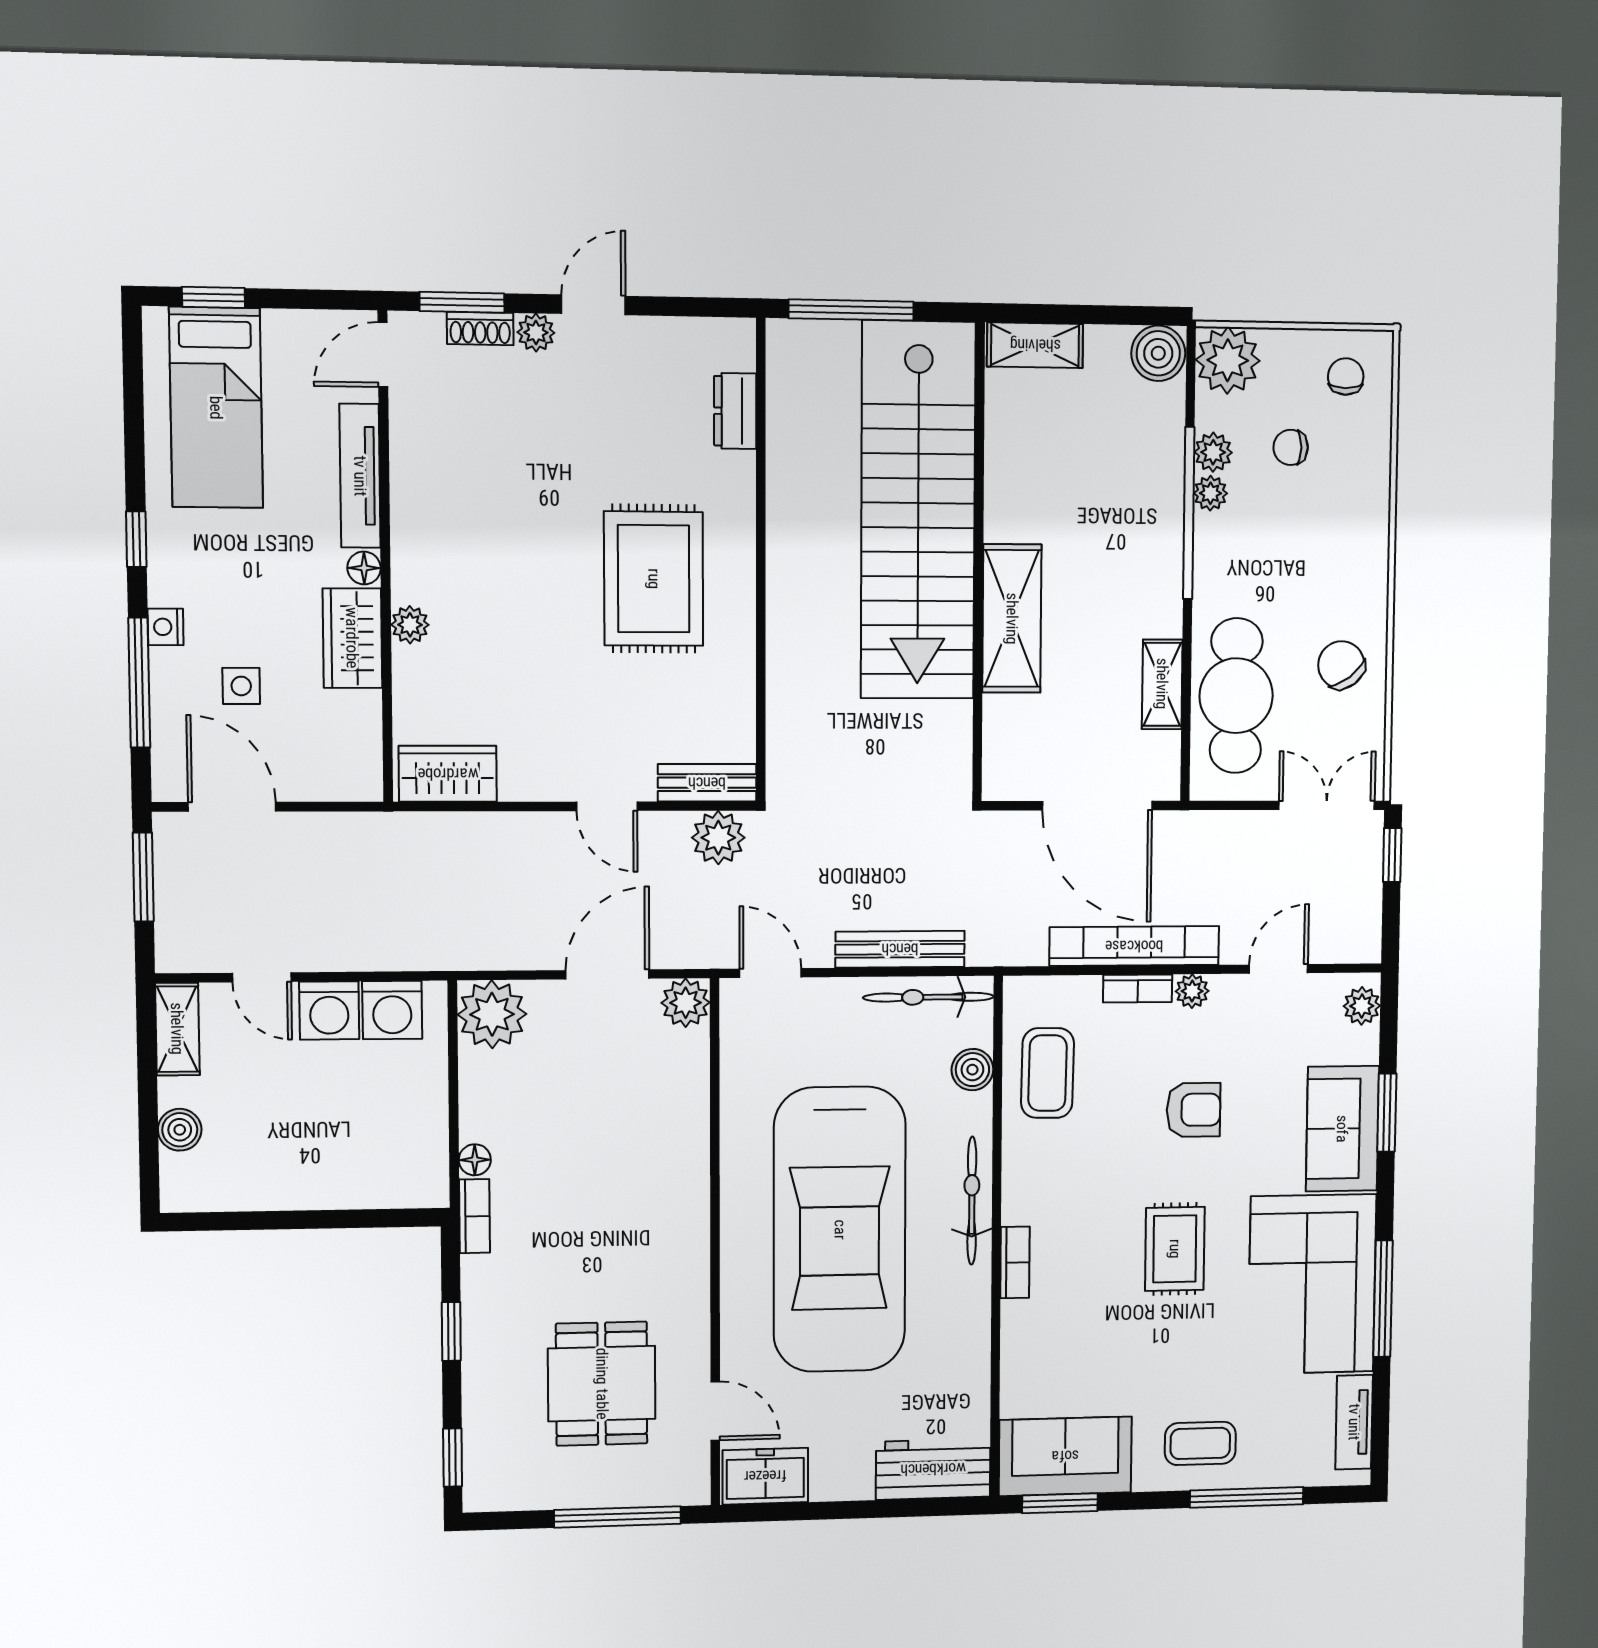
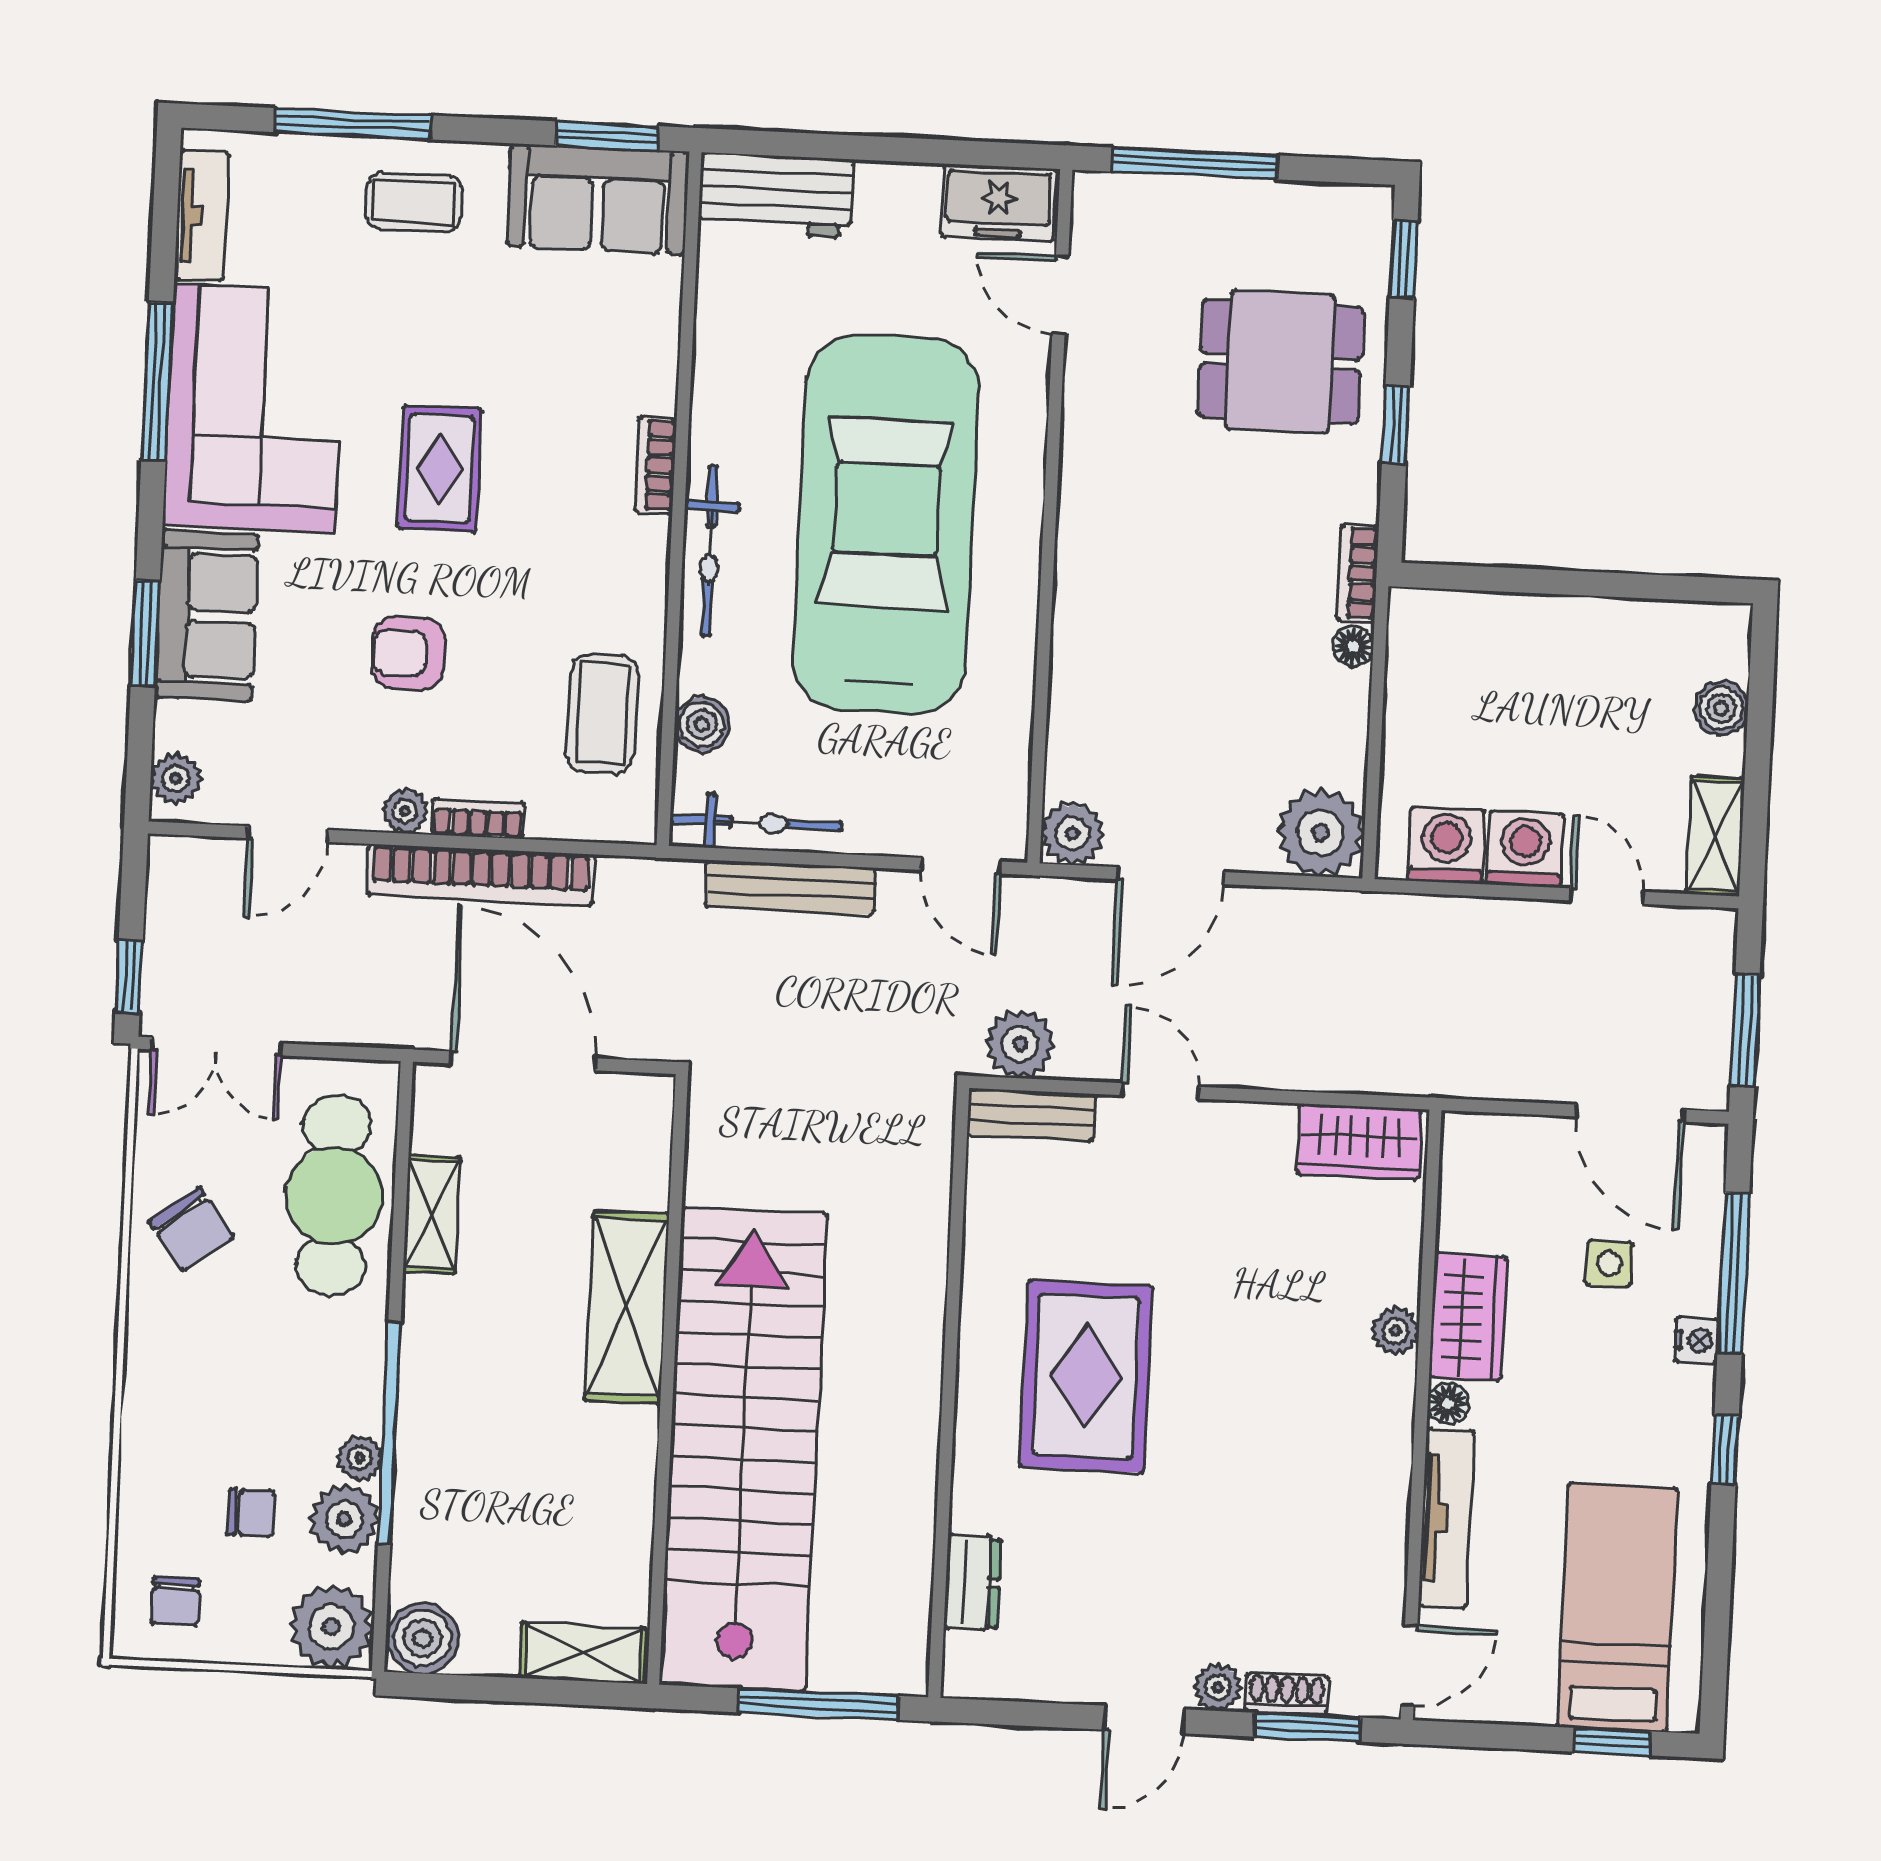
plant: (1213, 452) -> (344, 1519), width x1.38, depth x1.38
dining table: (602, 1384) -> (1280, 362), moved, turned 90

